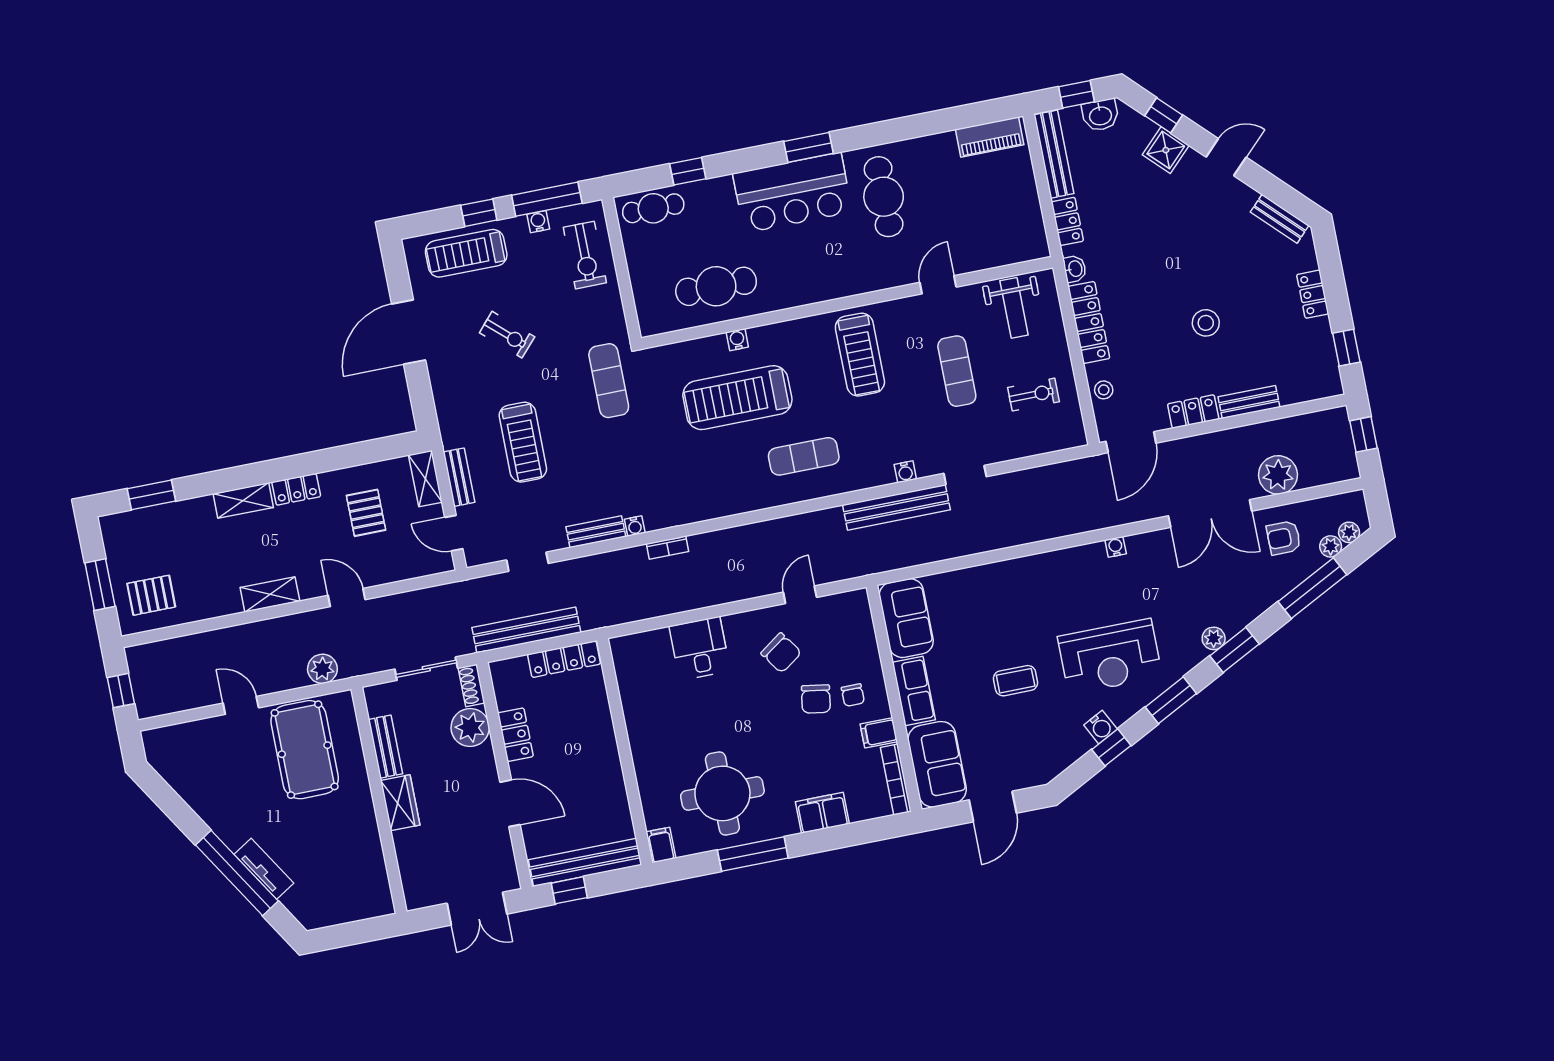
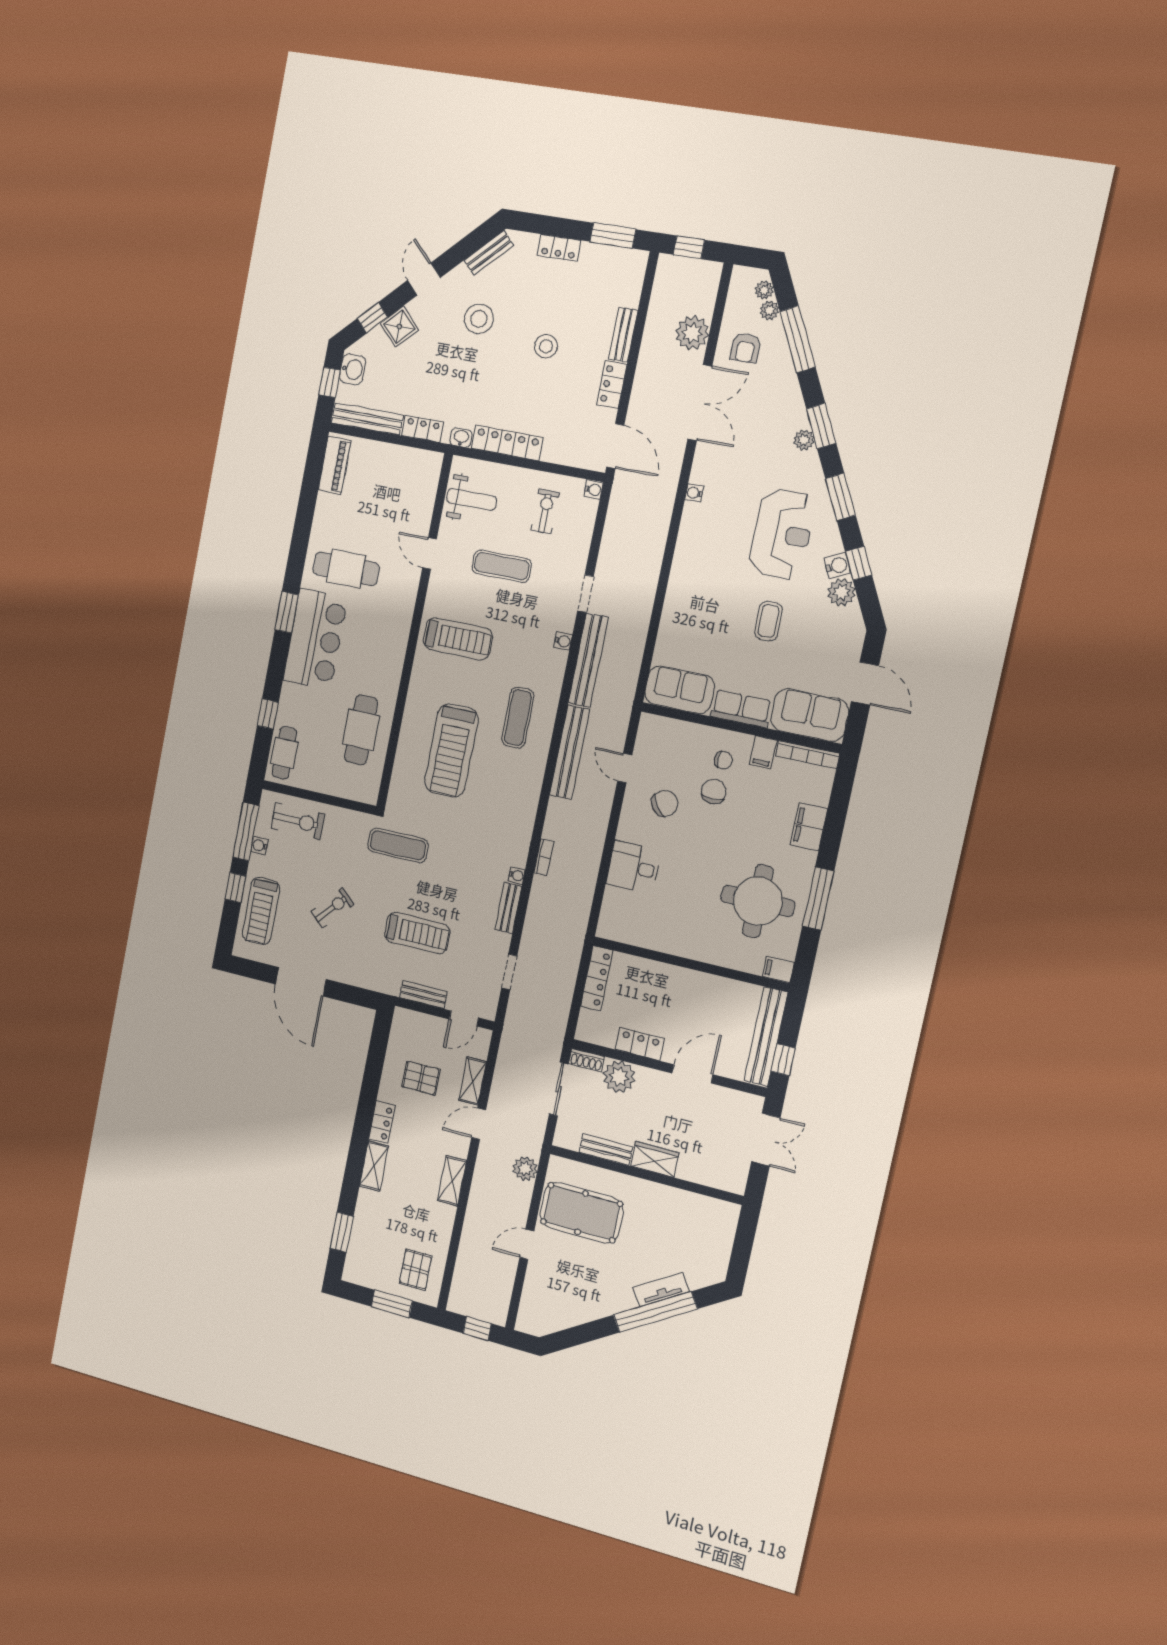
water cooler: (737, 340) -> (594, 490), moved, turned 180
window: (1346, 348) -> (613, 236), width x1.50
stool: (1104, 390) -> (479, 319), moved, width x1.89, depth x1.89
shelving: (425, 479) -> (473, 1081), moved, turned 90
bench: (526, 630) -> (570, 752), moved
chair: (816, 699) -> (714, 792), turned -97
plant: (1075, 743) -> (841, 592), added

